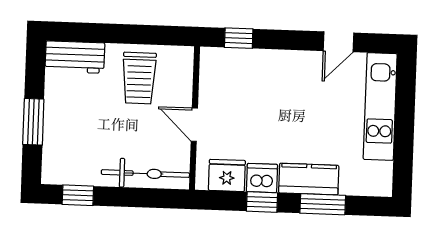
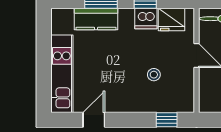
stool: (254, 101) -> (154, 75), added
kitchen counter: (309, 179) -> (96, 19), moved

